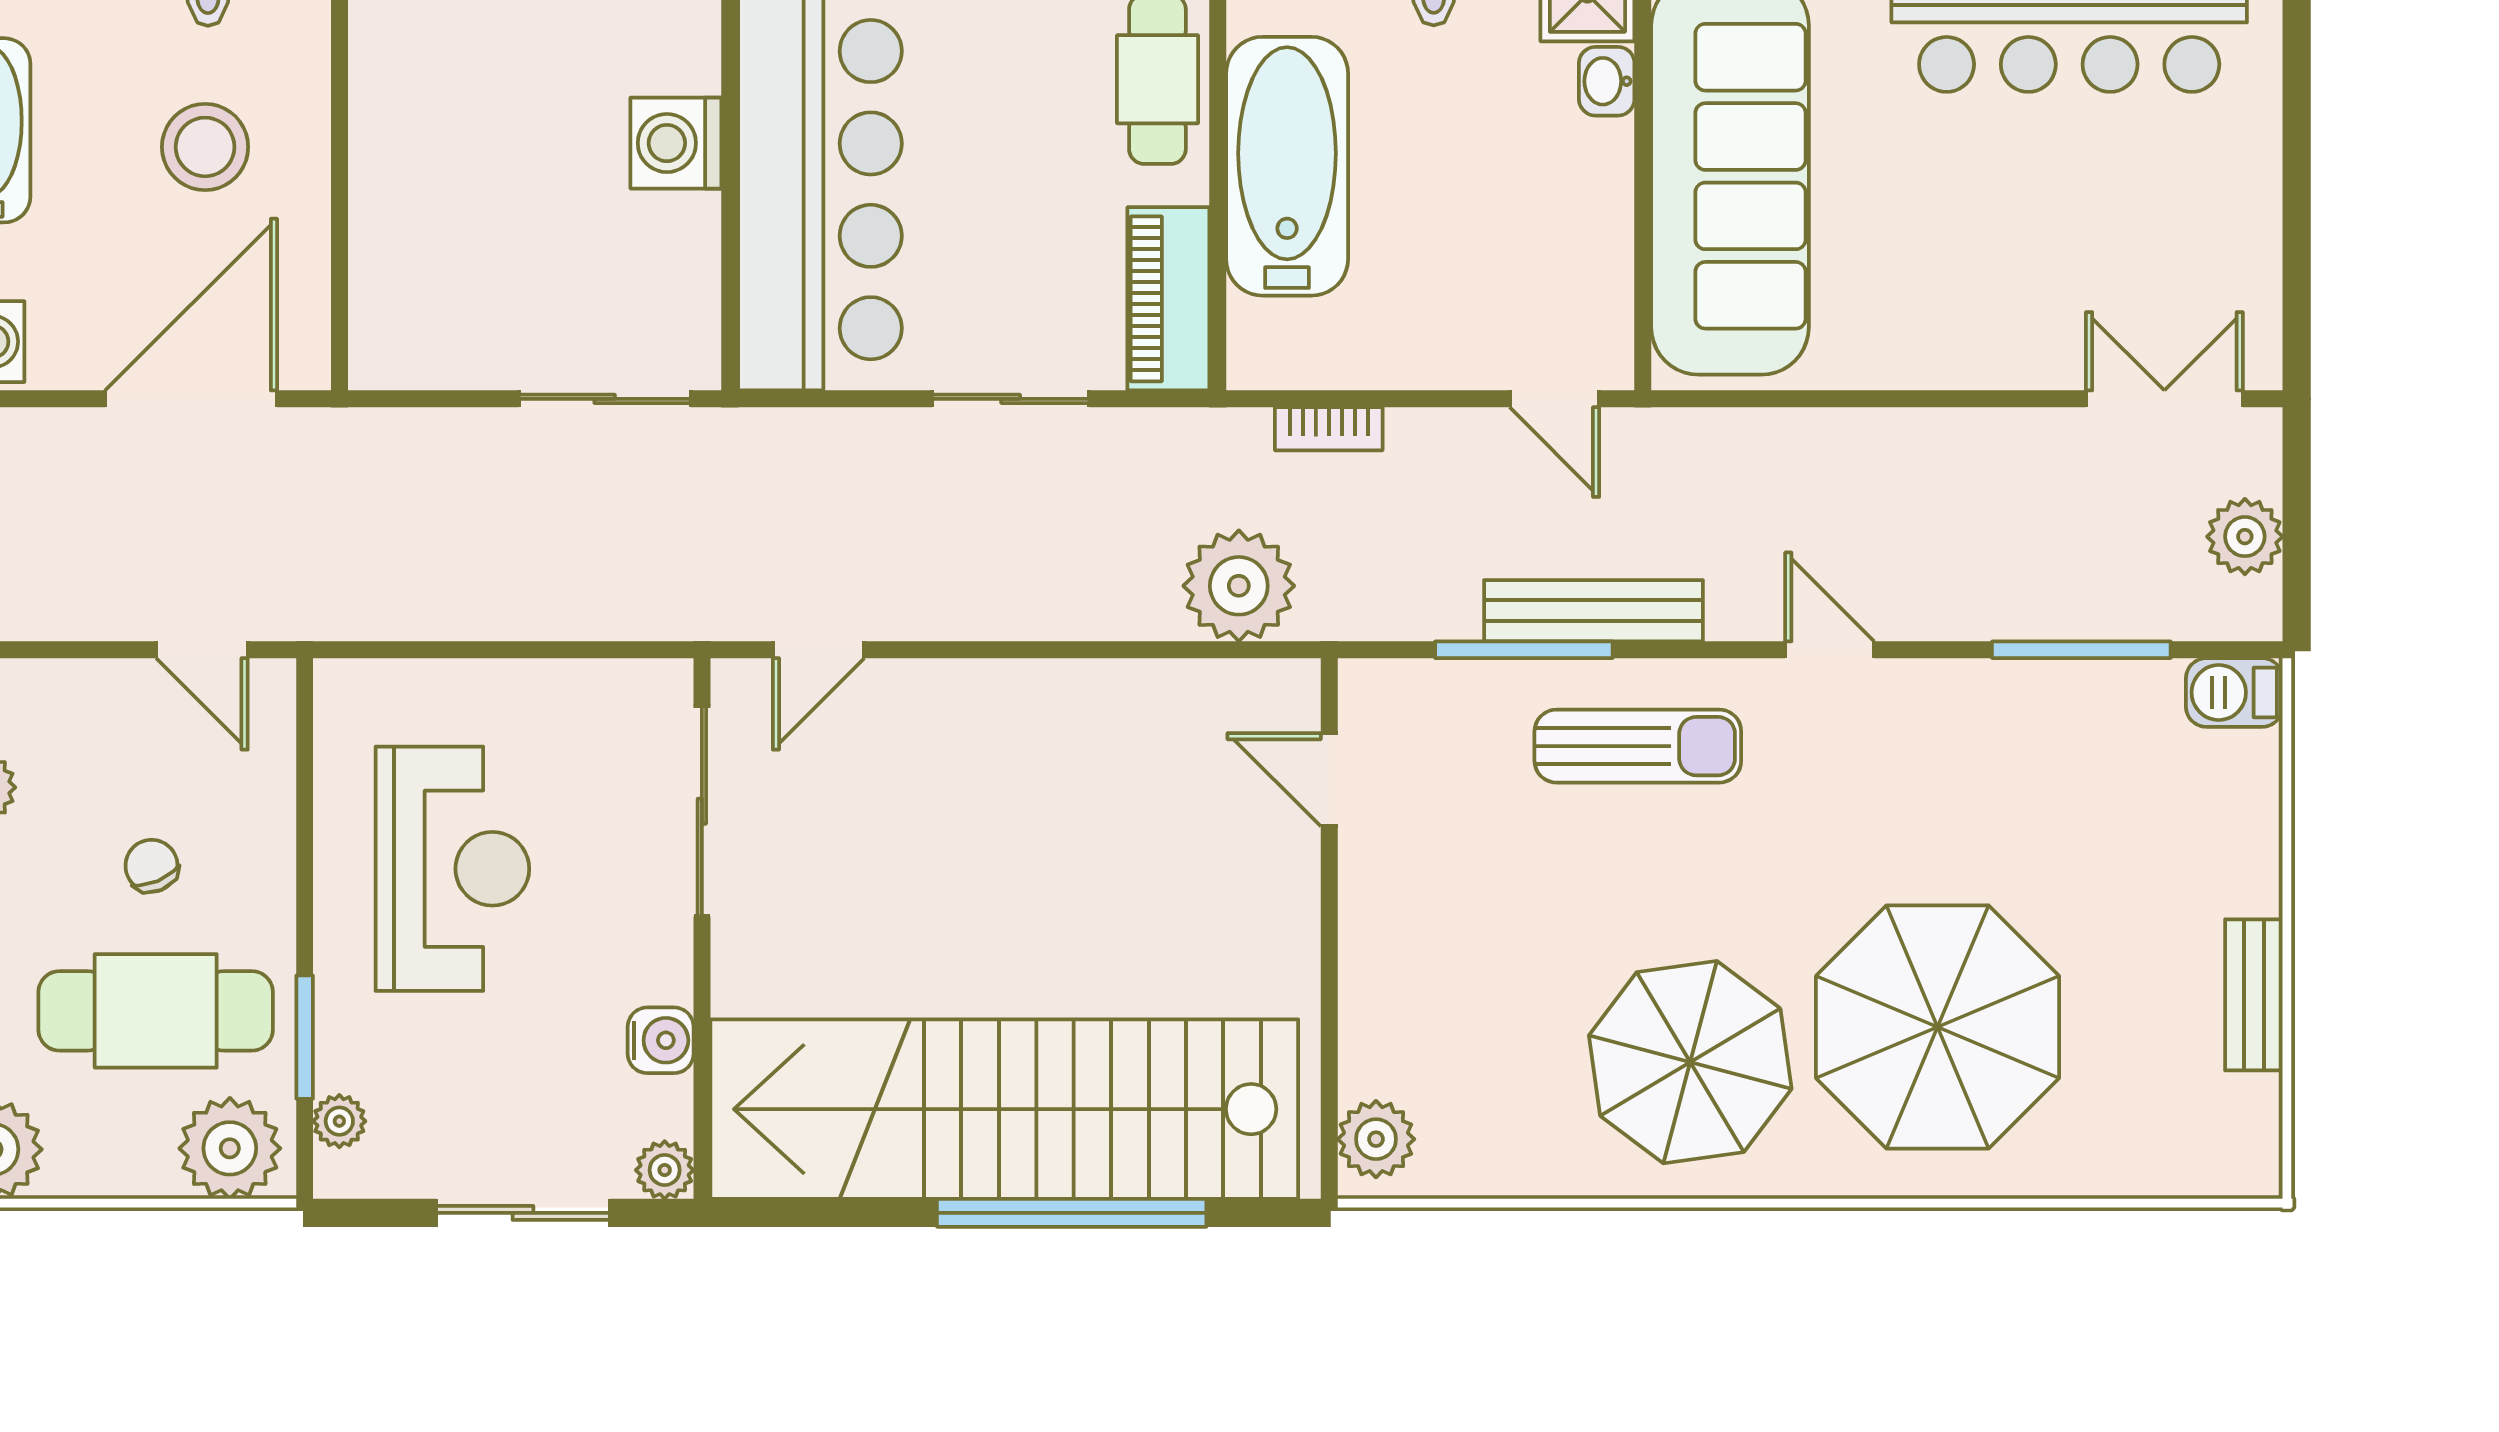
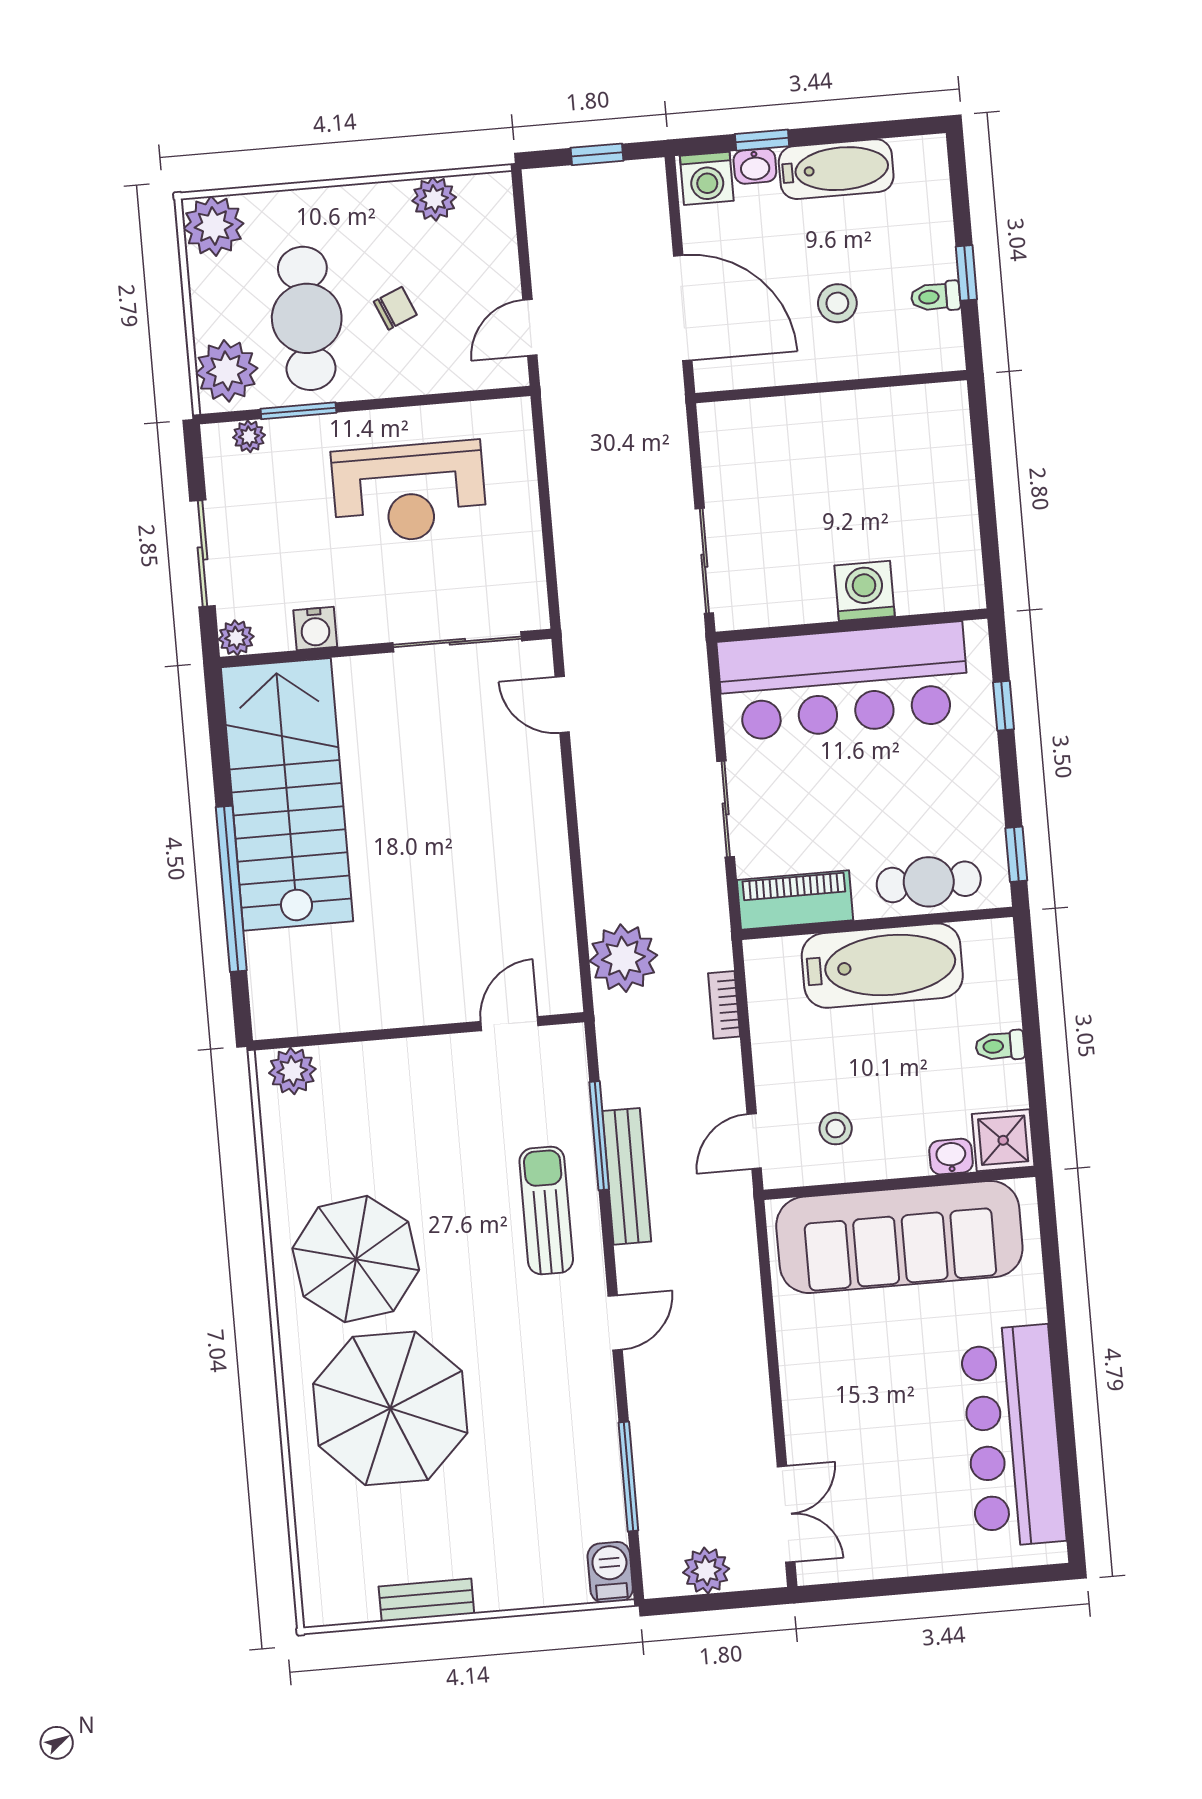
stool: (205, 147) -> (837, 303), width x0.73, depth x0.73
stool: (1545, 265) -> (836, 1129), added
sun lounger: (1638, 746) -> (546, 1210), turned 180
stairs: (1004, 1109) -> (287, 794), width x0.73

